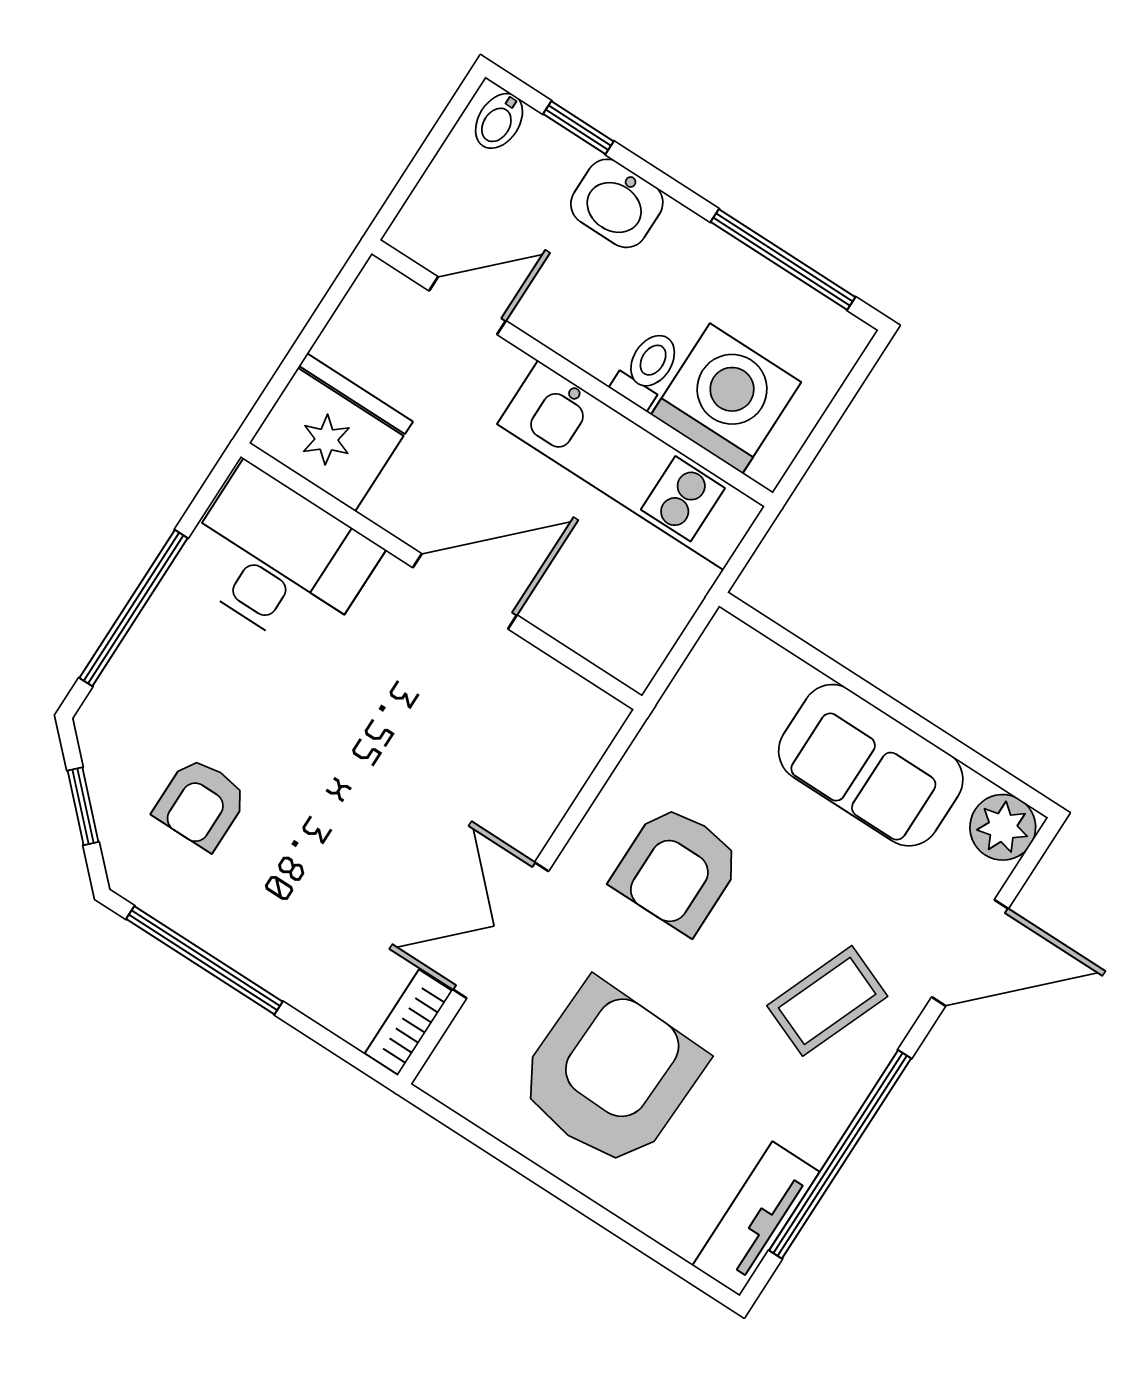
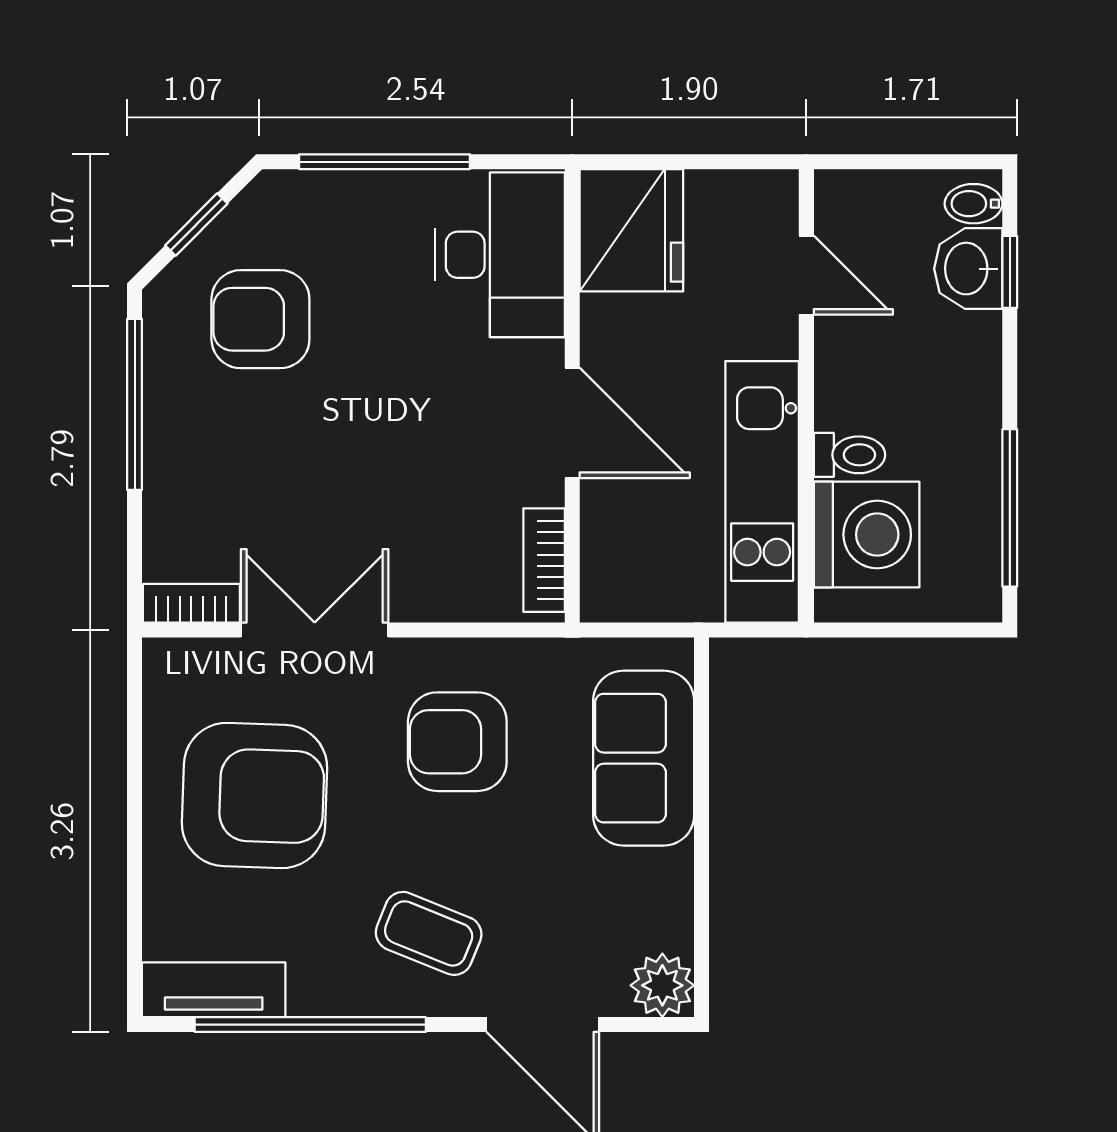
washbasin: (617, 203) -> (968, 269), moved
bookcase: (568, 692) -> (544, 560), added
sofa: (871, 765) -> (644, 758), moved
armchair: (201, 804) -> (260, 319), width x1.38, depth x1.38

